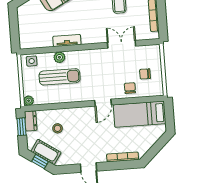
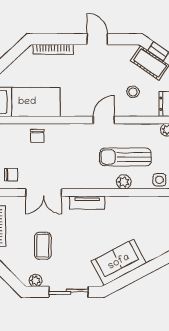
tv unit: (67, 40) -> (87, 202), moved
chair: (145, 74) -> (11, 175), moved
door: (103, 103) -> (104, 120), moved

